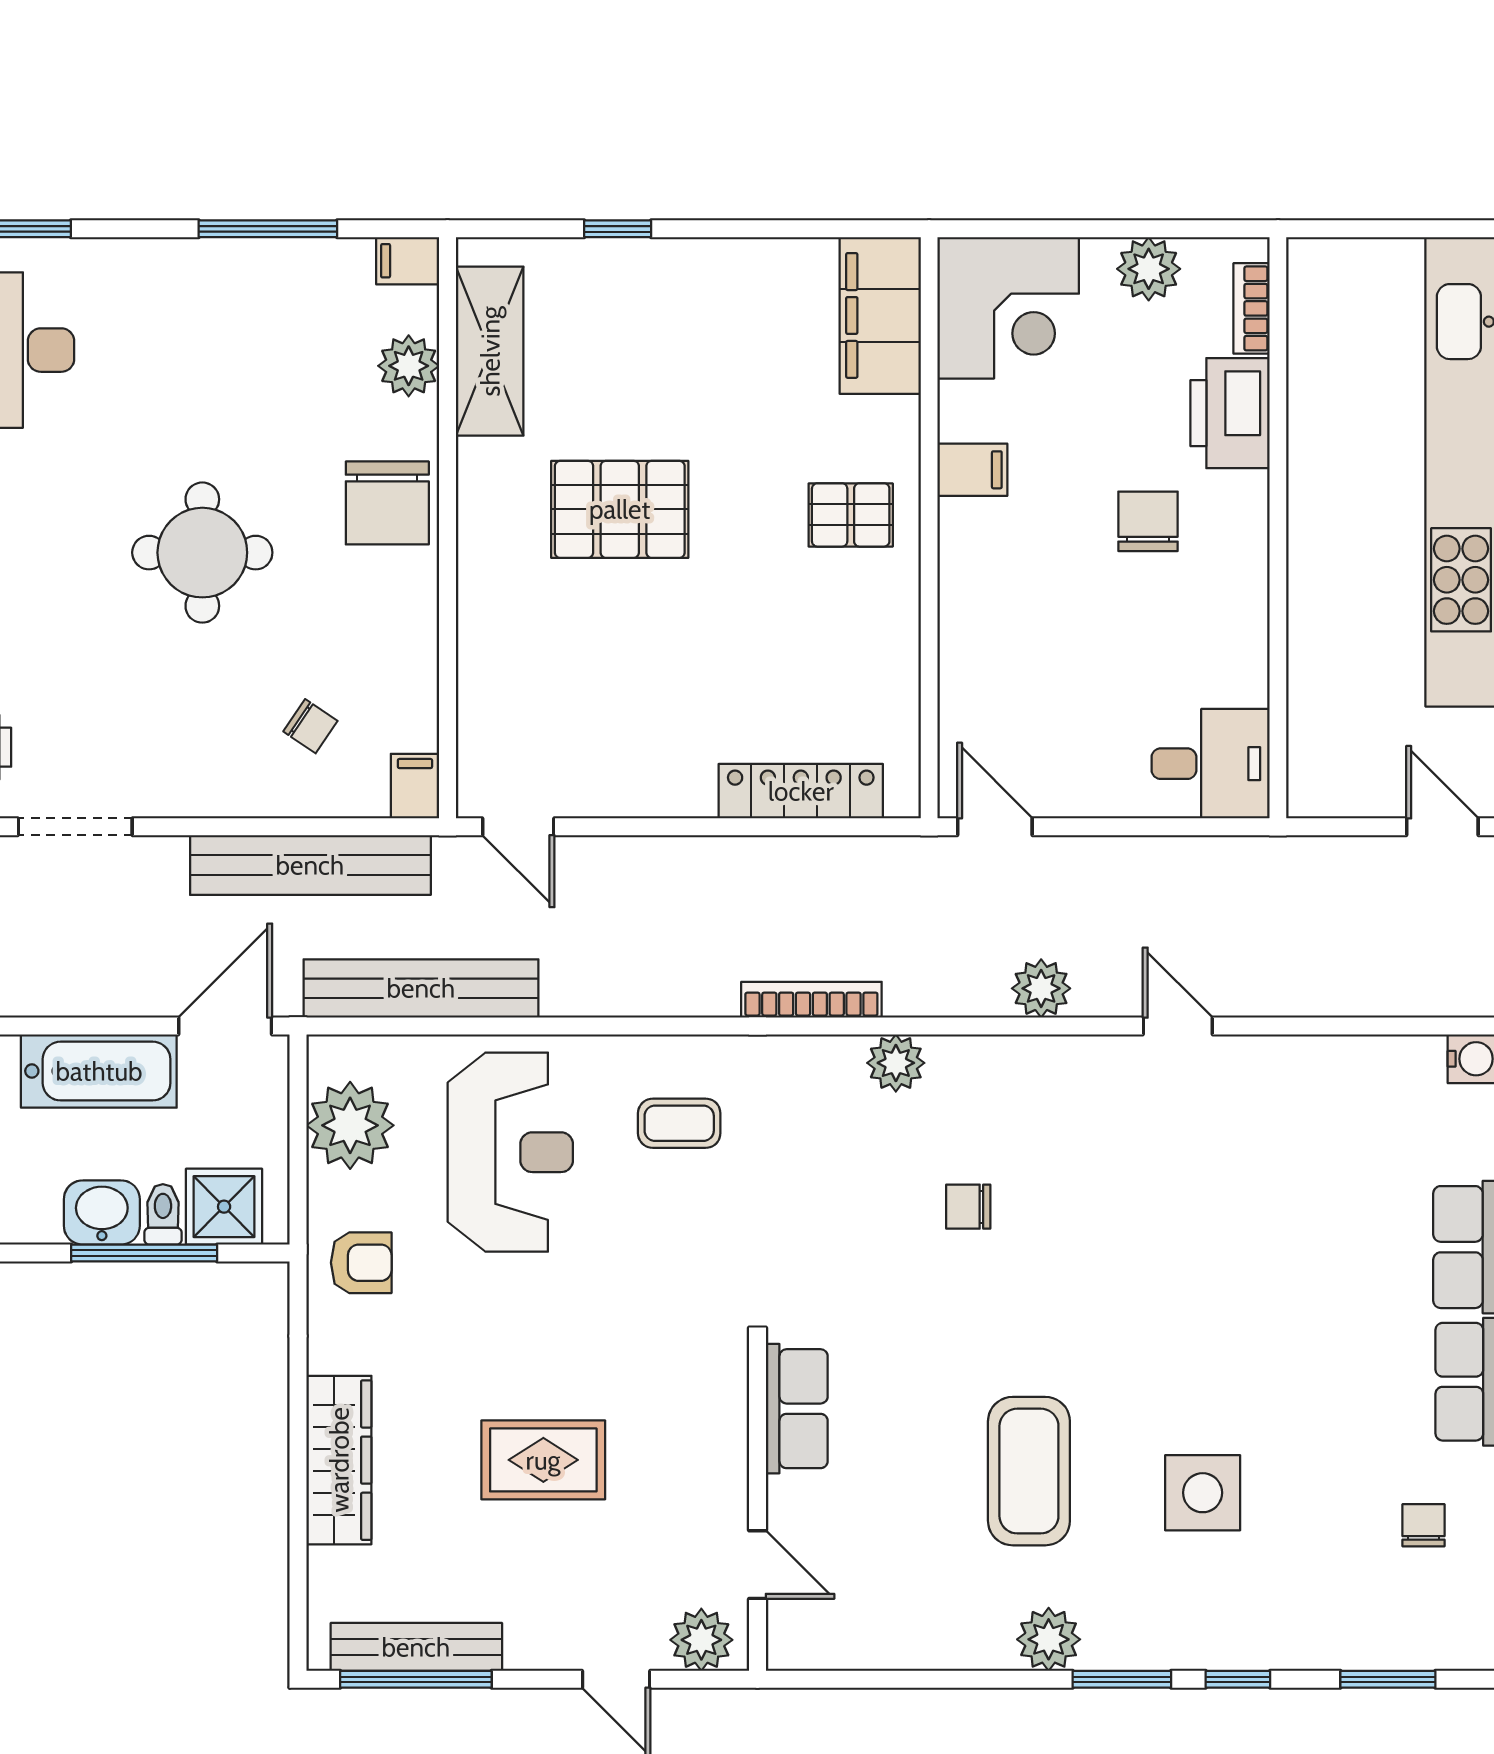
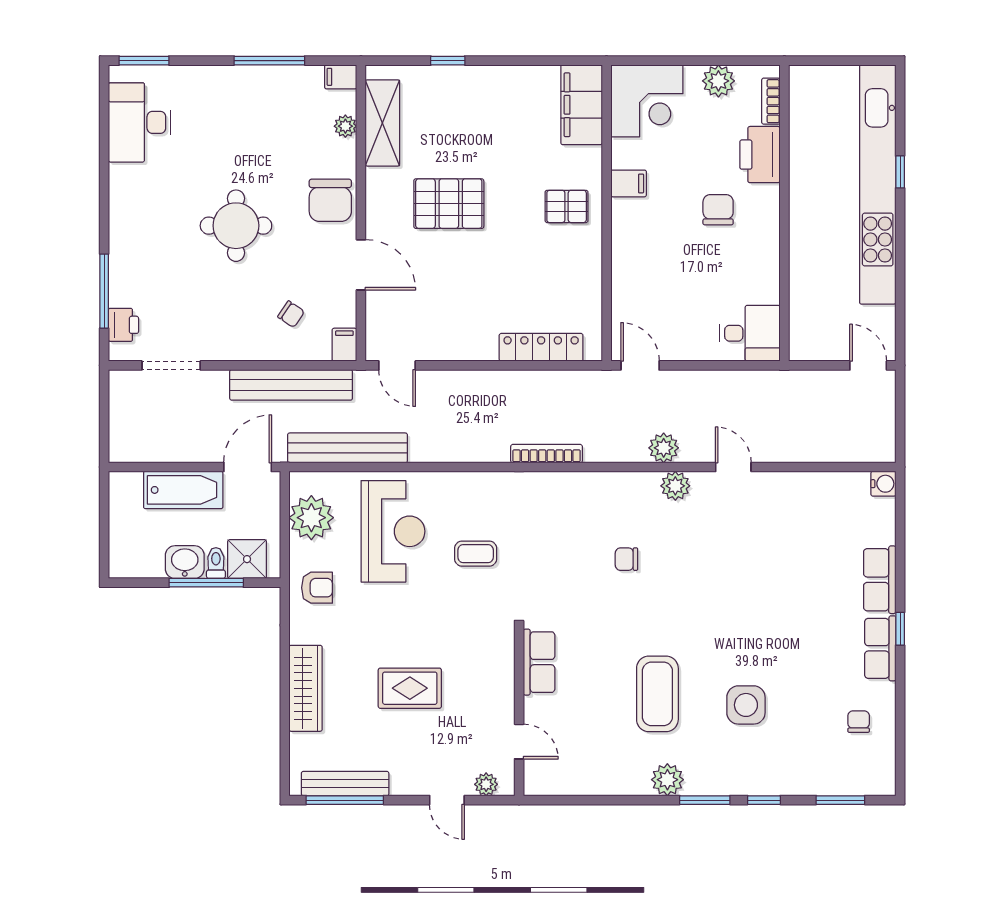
plant: (409, 366) -> (345, 126), width x0.73, depth x0.73
door: (447, 629) -> (361, 265), added
plant: (896, 1063) -> (675, 486), moved
coffee table: (679, 1123) -> (476, 554), moved
plant: (701, 1640) -> (486, 784), width x0.73, depth x0.73

